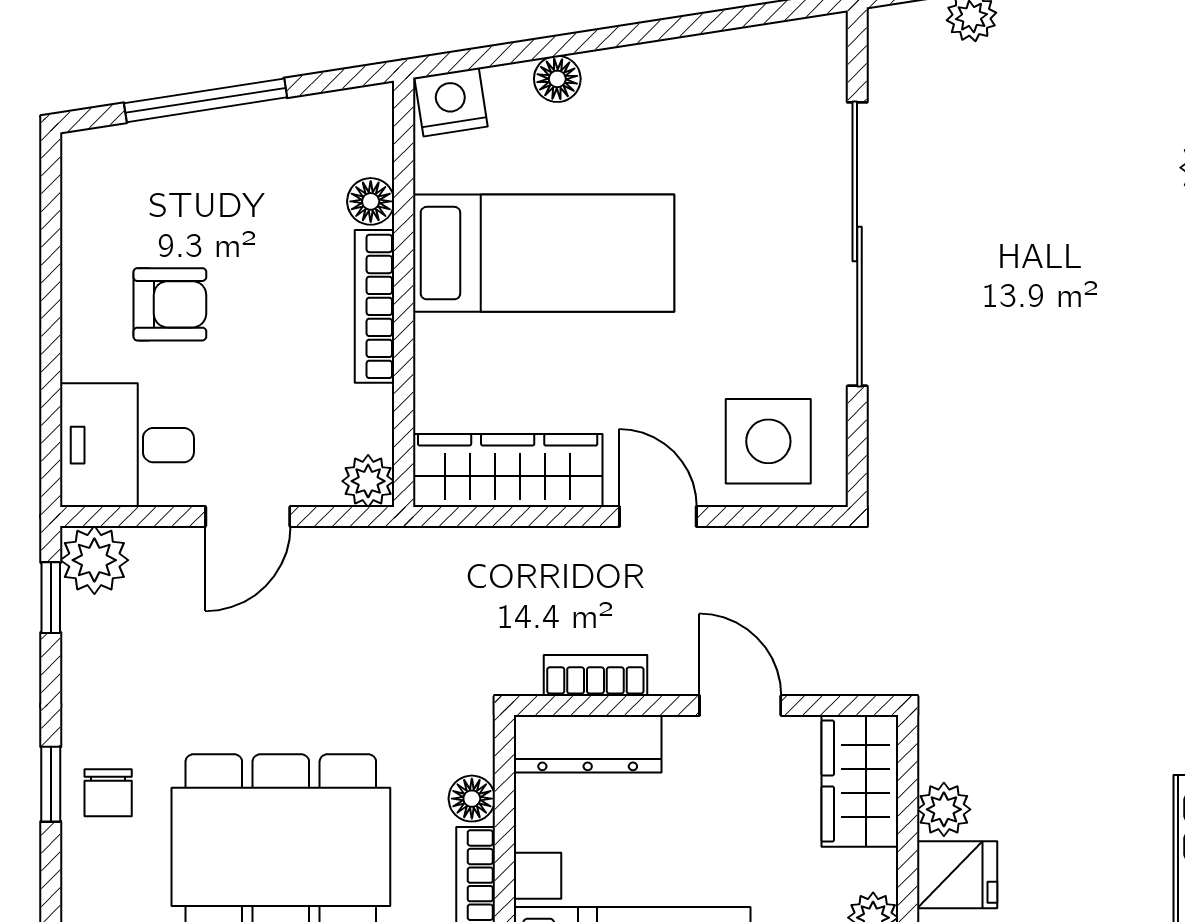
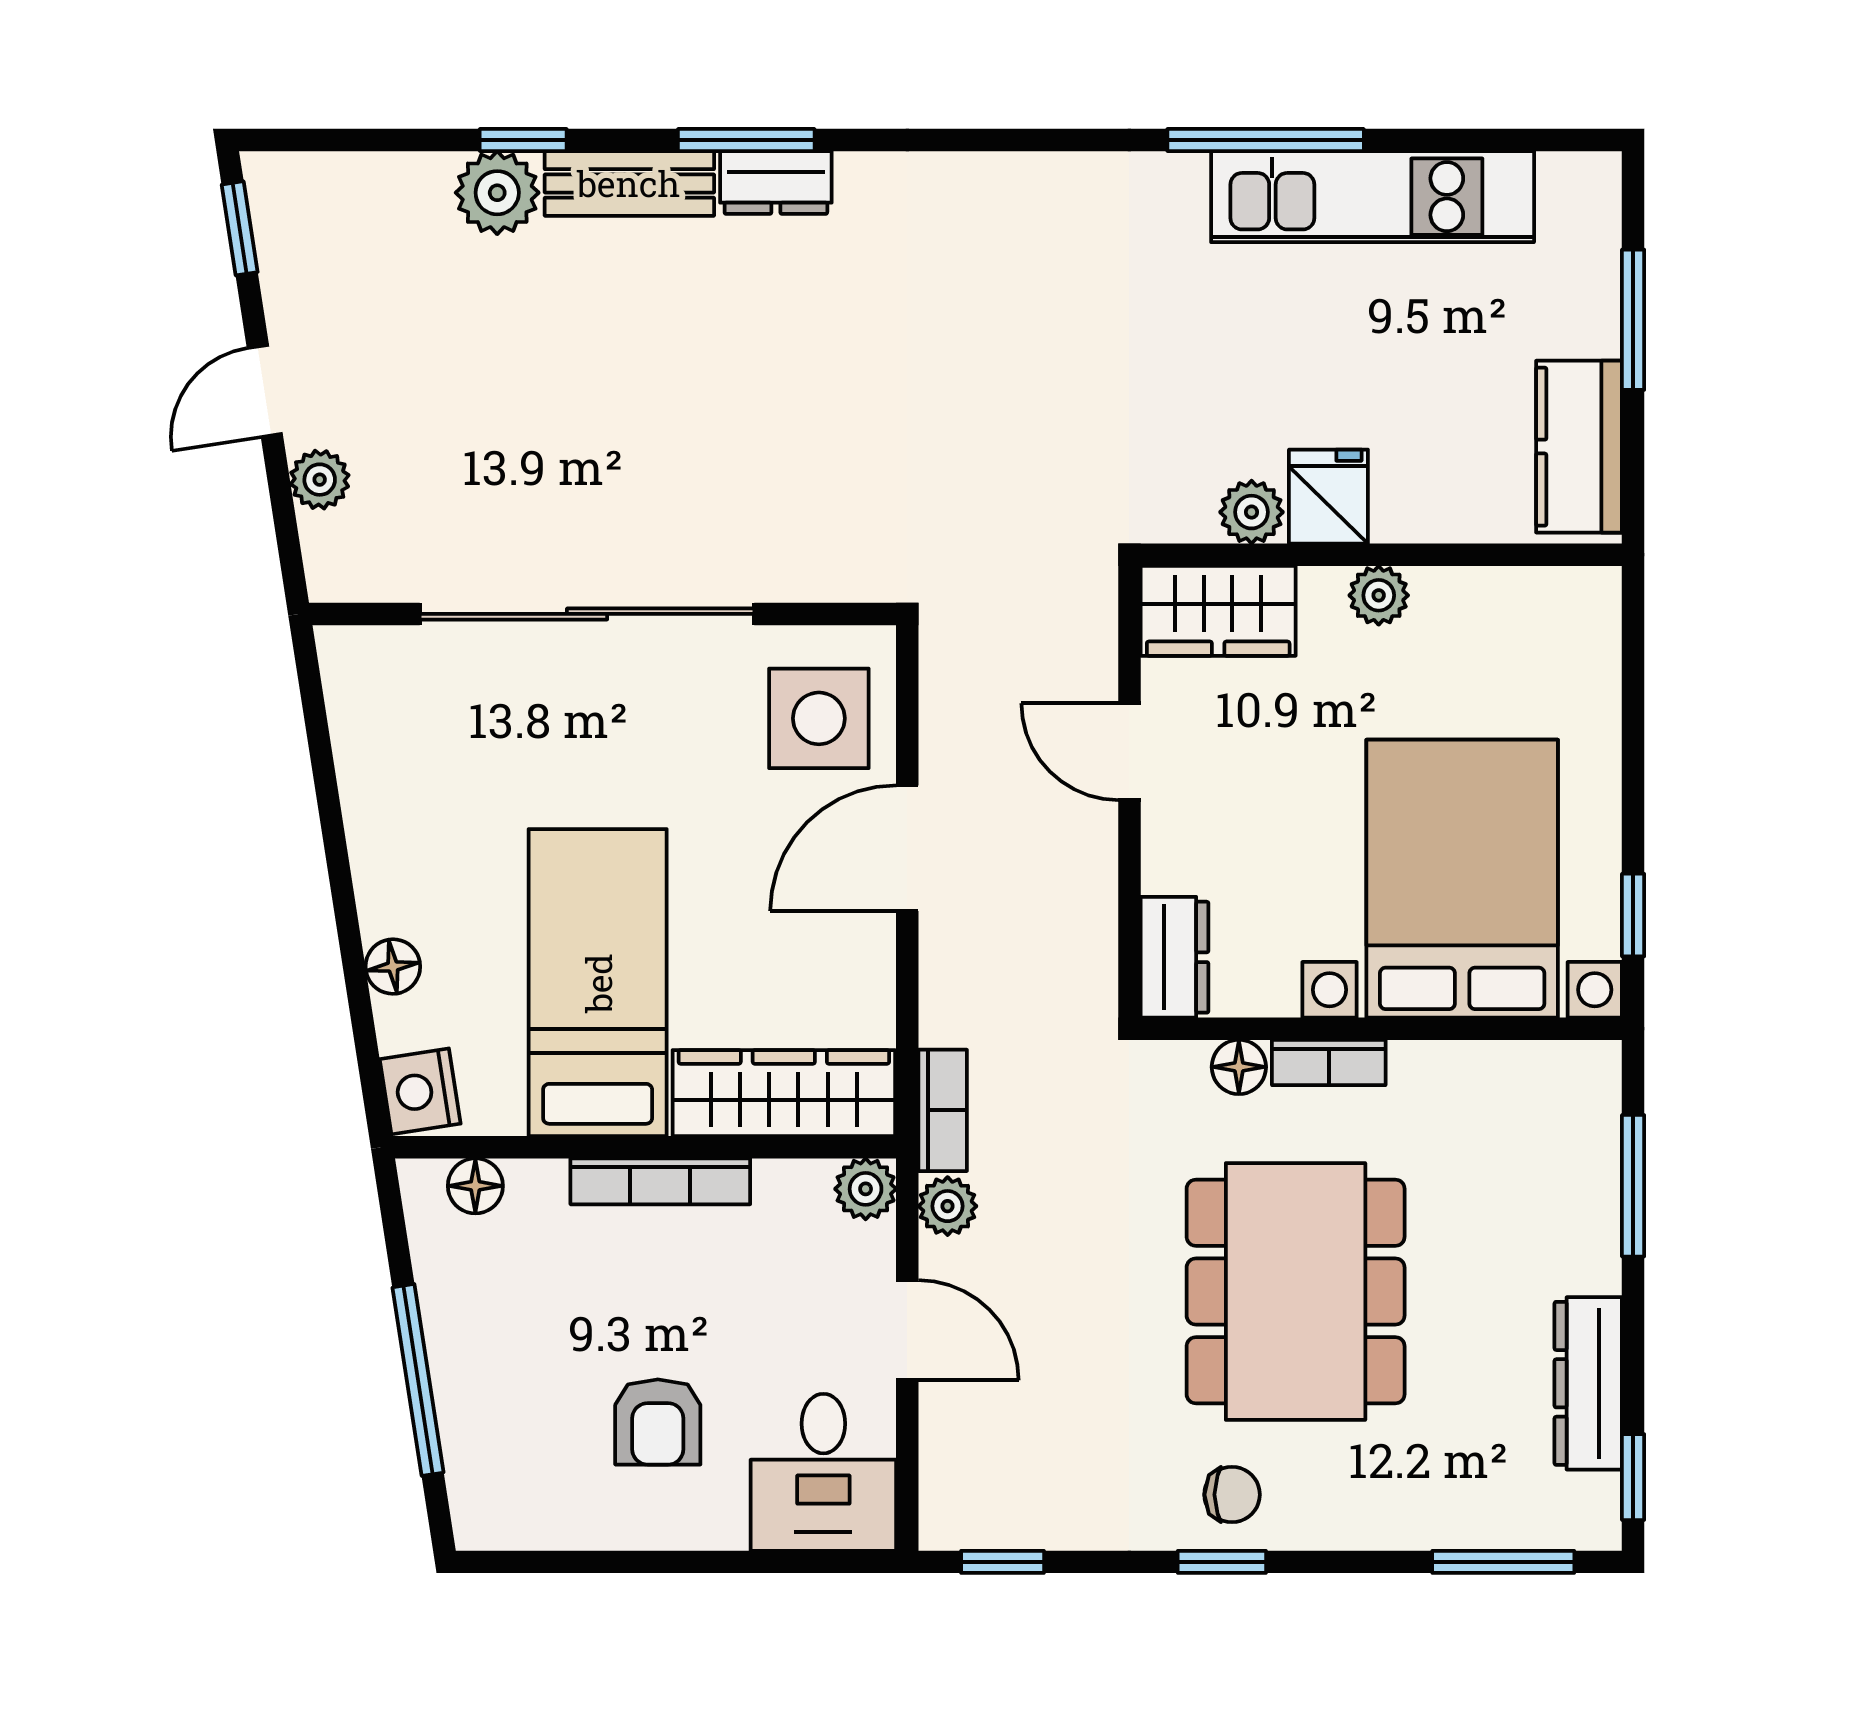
floor lamp: (371, 201) -> (475, 1186), moved
armchair: (170, 304) -> (658, 1422), turned 180
wardrobe: (508, 470) -> (784, 1093), moved, turned 90
door: (658, 517) -> (907, 848), width x1.37
plant: (94, 560) -> (948, 1206), moved, width x0.73, depth x0.73
bookcase: (595, 675) -> (943, 1110), moved, turned 180
door: (740, 706) -> (1129, 752), hinge flipped
dresser: (588, 744) -> (1175, 957), width x0.70

